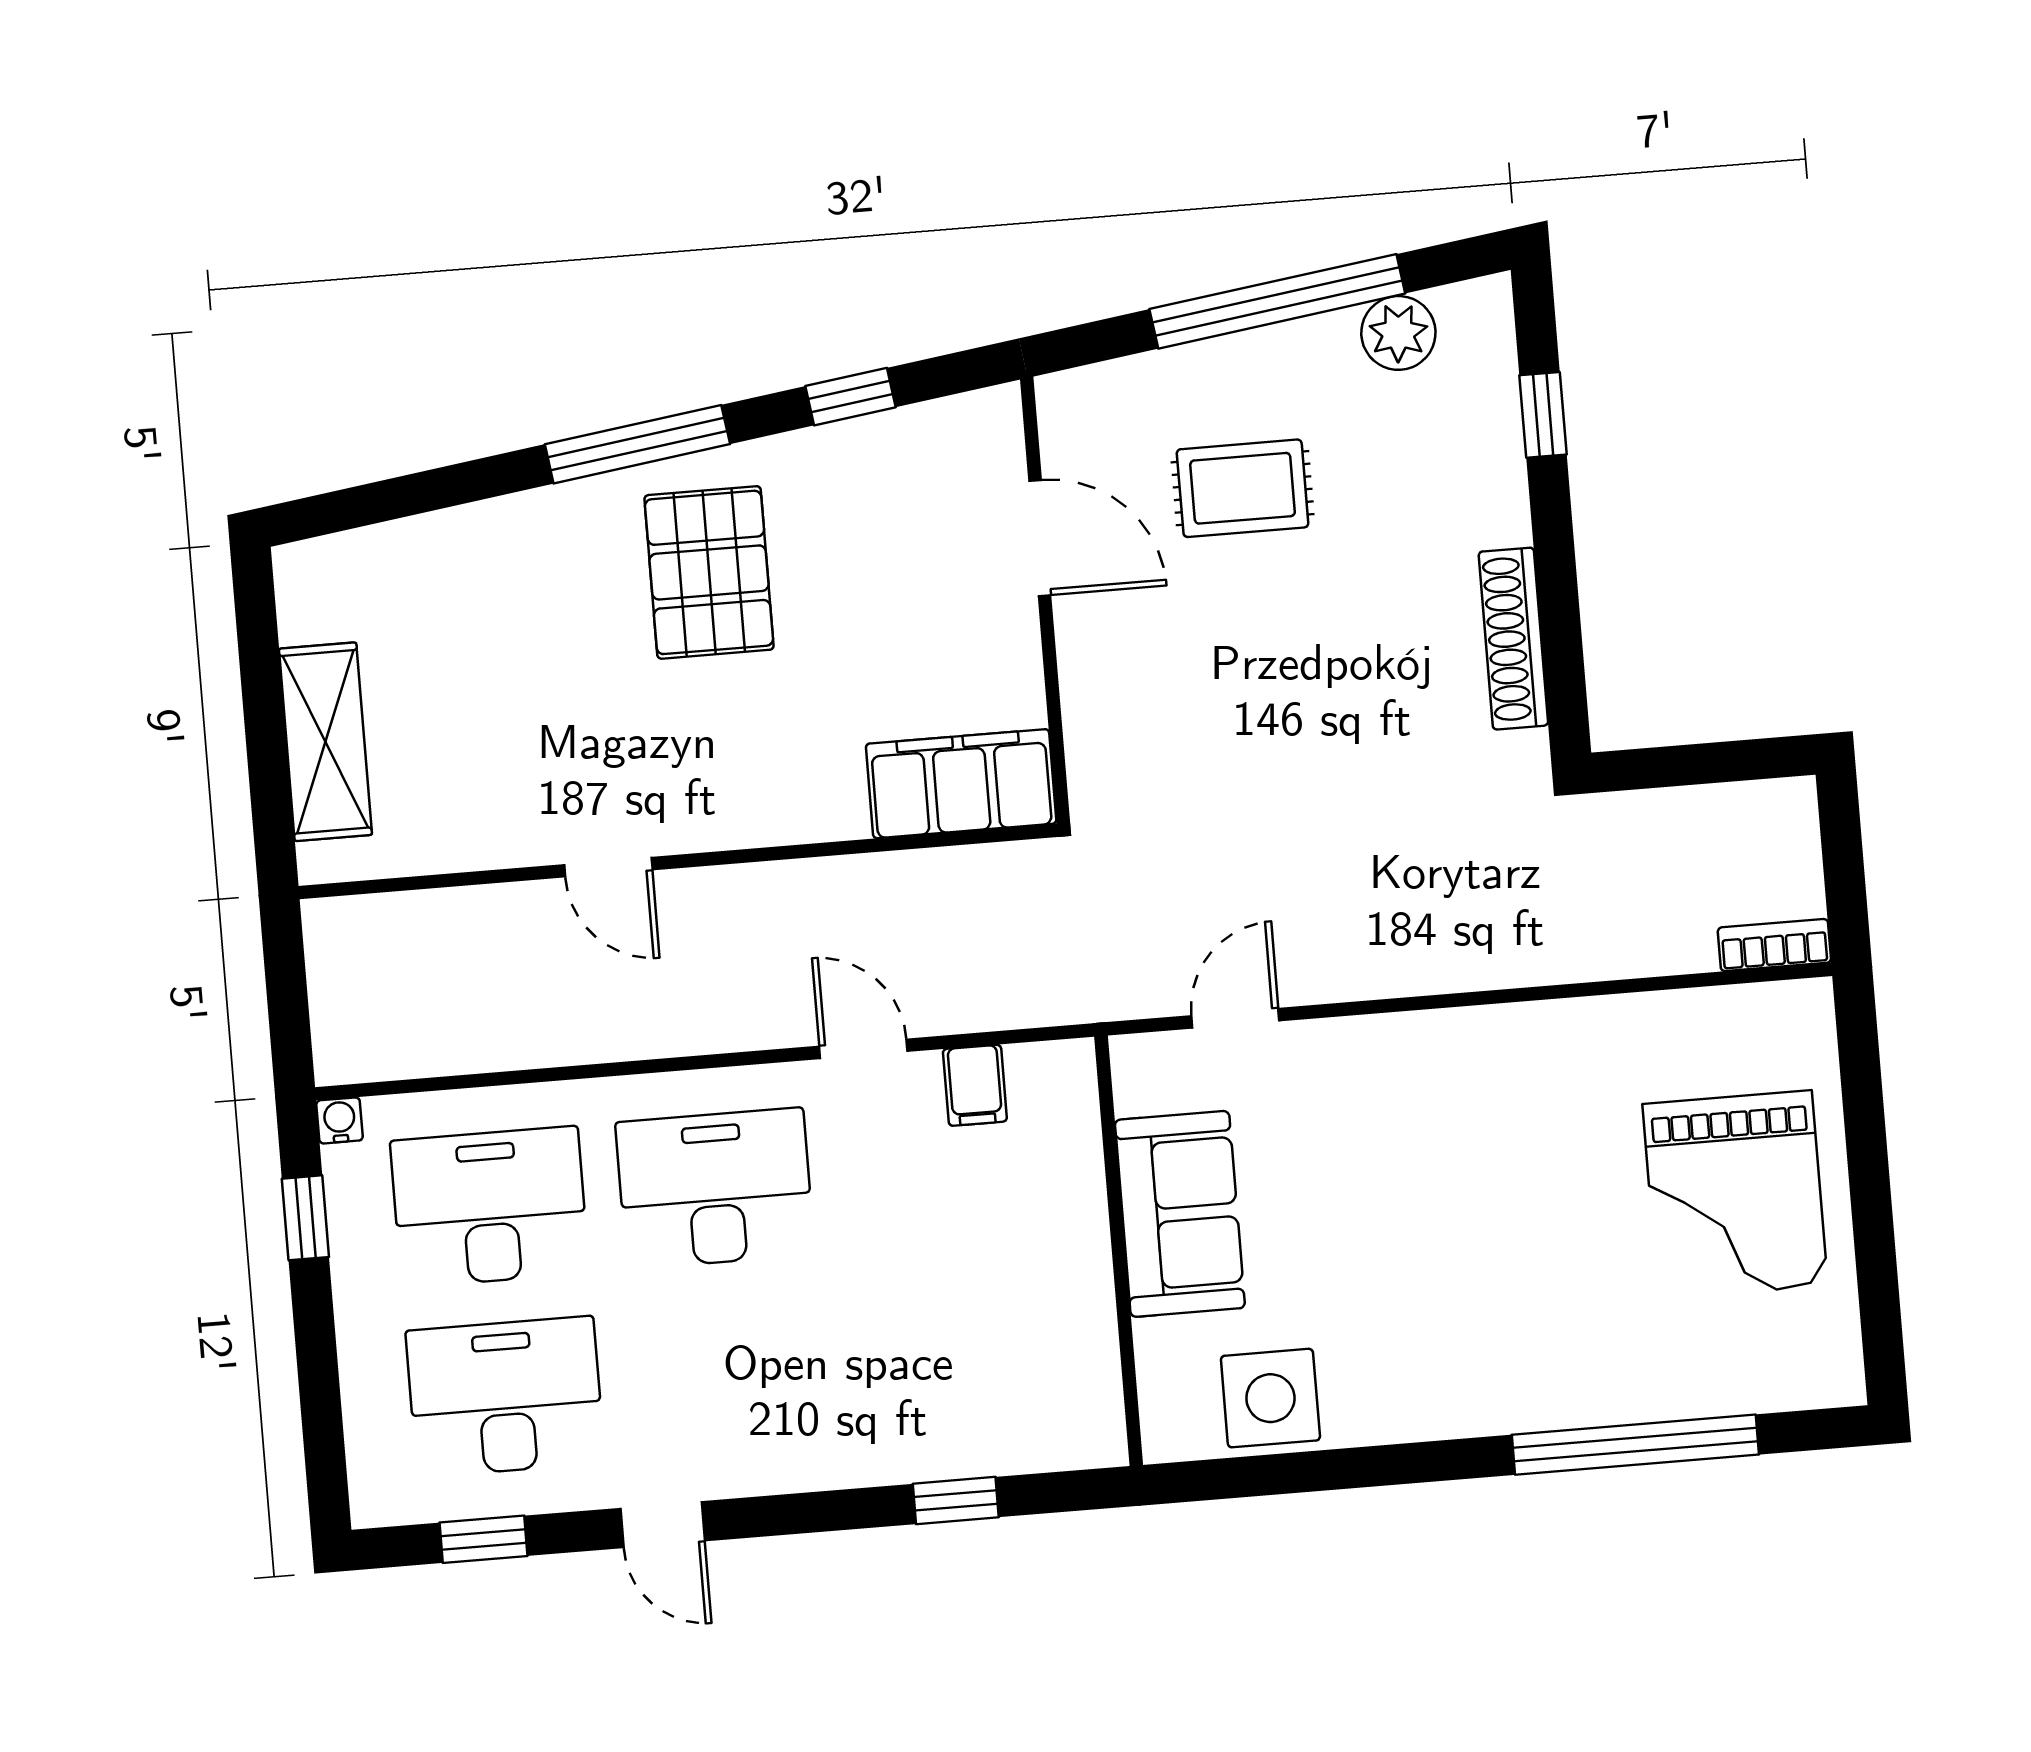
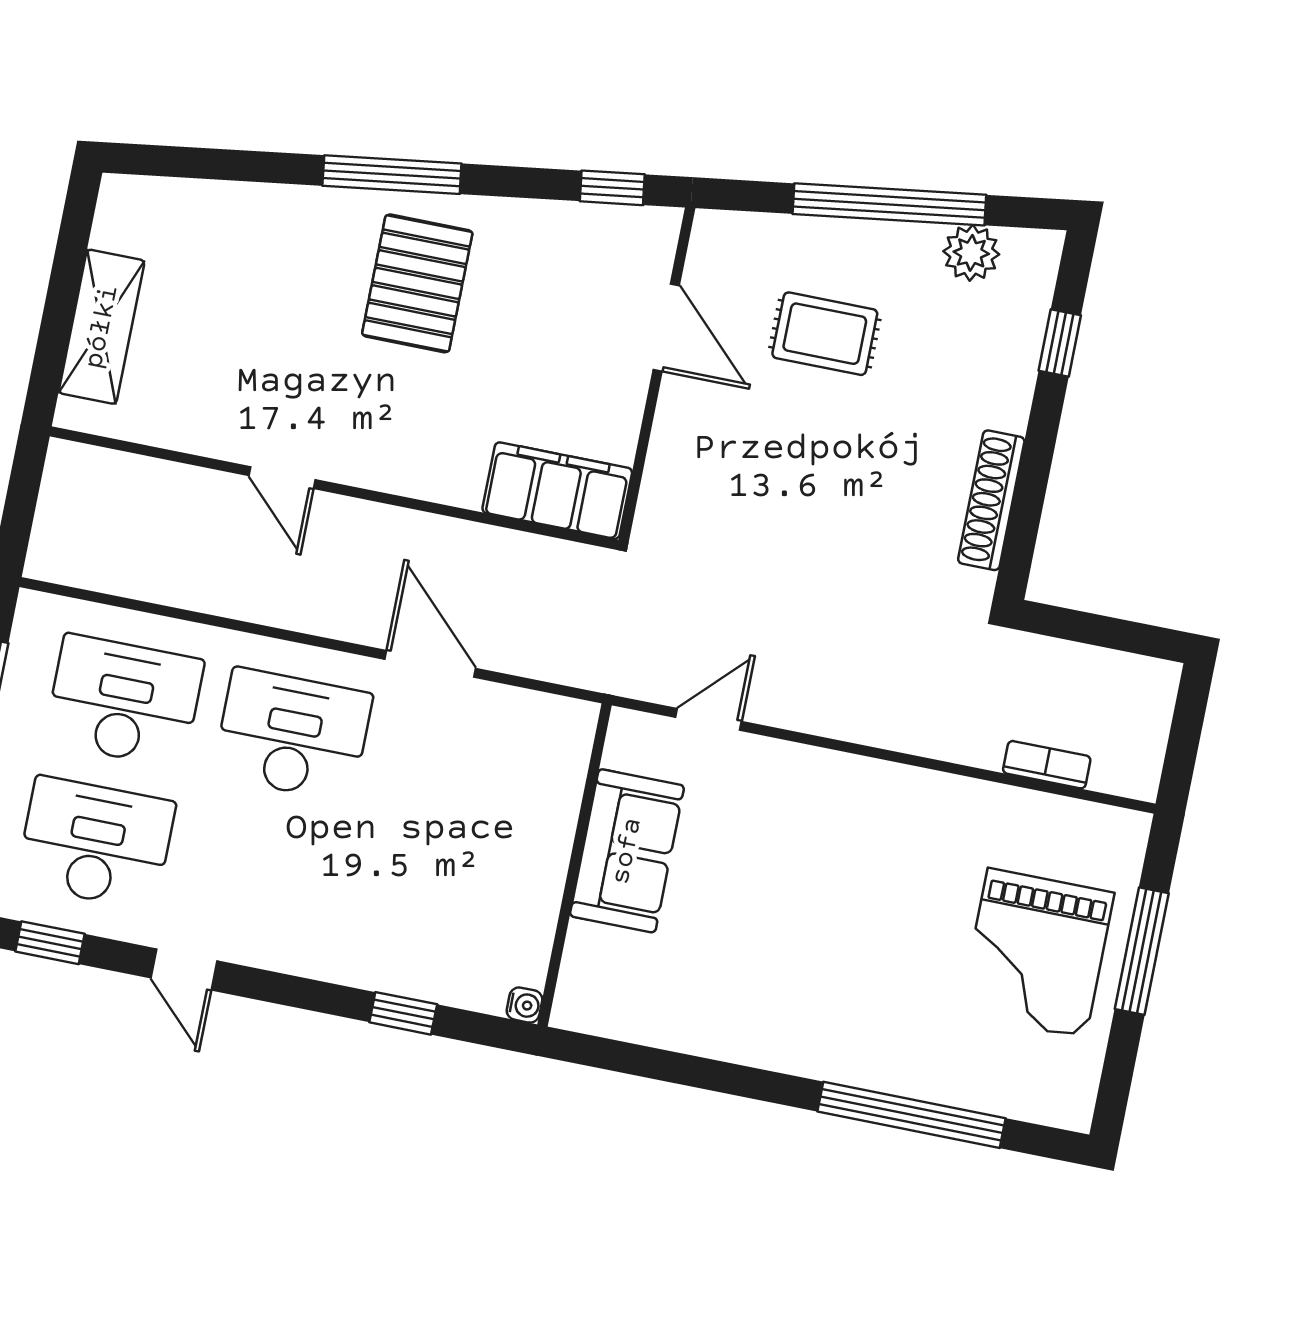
window: (851, 397) -> (612, 188), moved
bookcase: (1774, 945) -> (1047, 765), moved
door: (863, 1049) -> (430, 664), width x1.38
filing cabinet: (975, 1085) -> (504, 714), removed
water cooler: (340, 1120) -> (524, 1005), moved, turned 90
window: (1867, 1154) -> (1142, 951), added
side table: (1270, 1398) -> (655, 1004), removed

